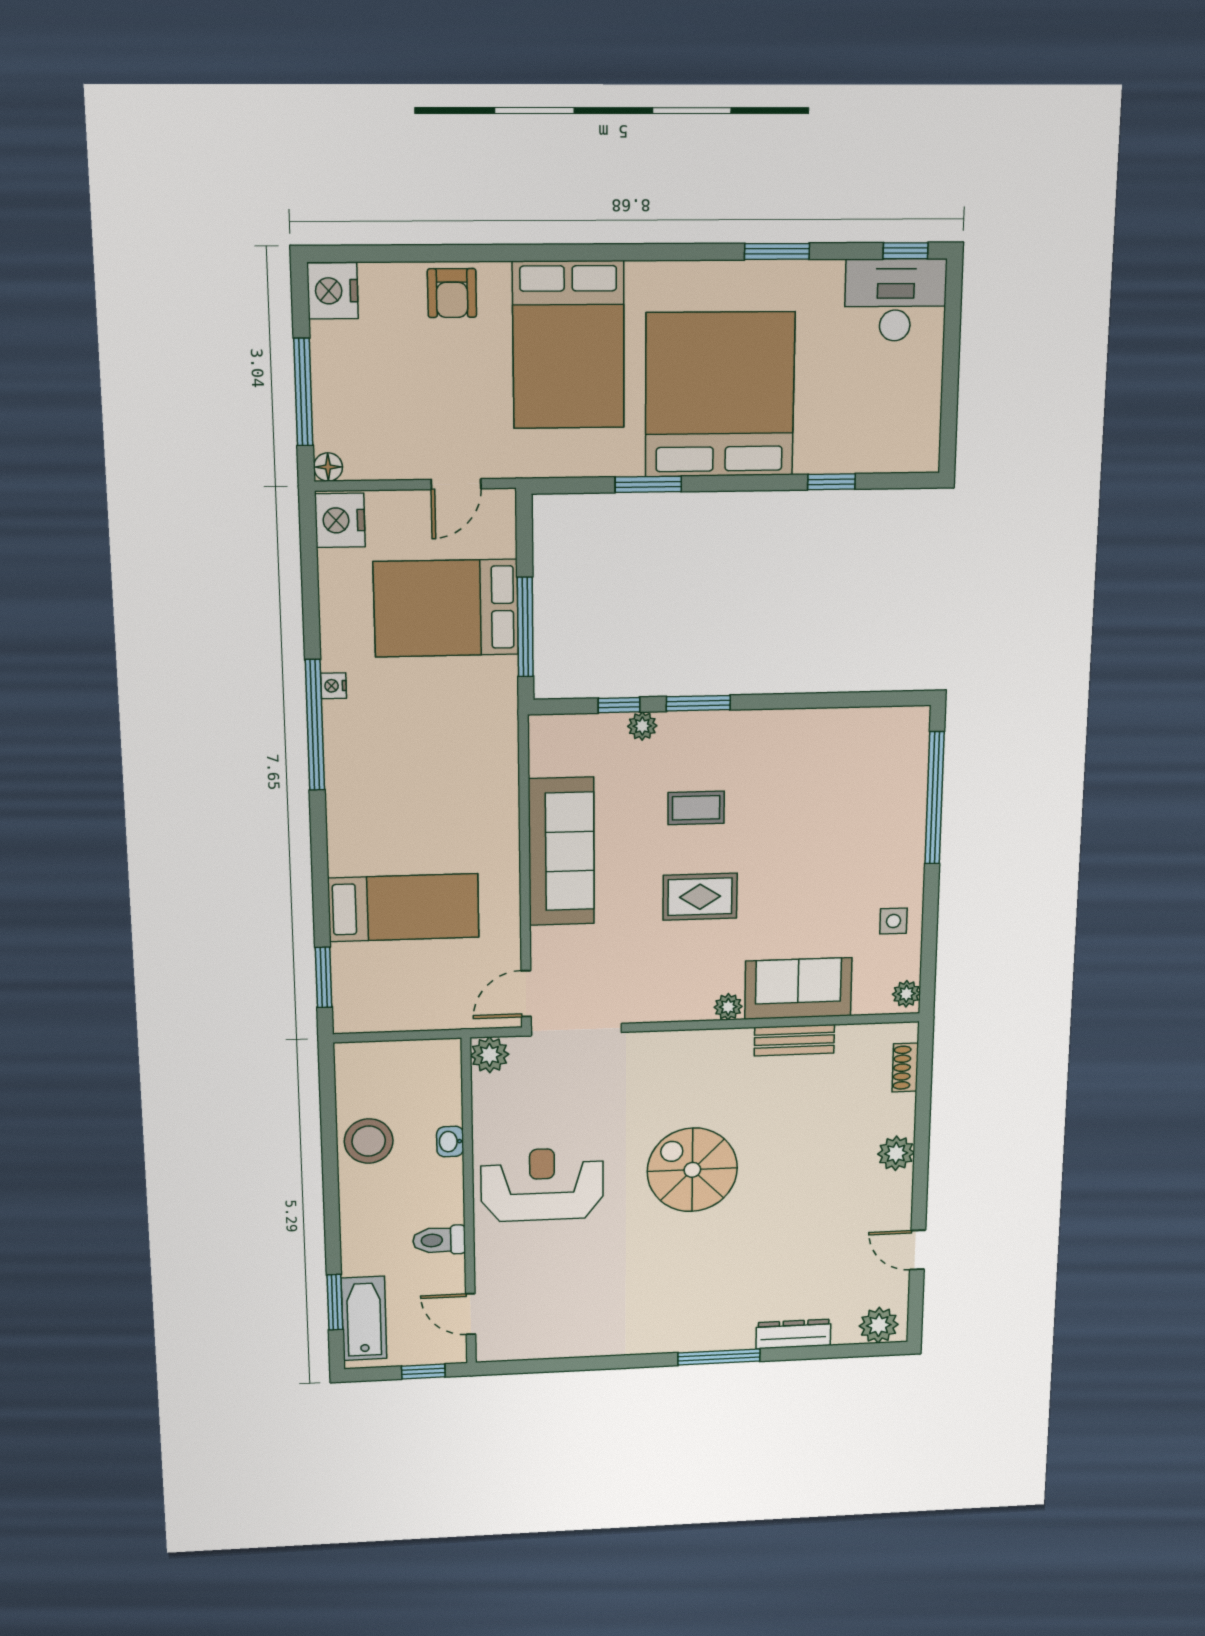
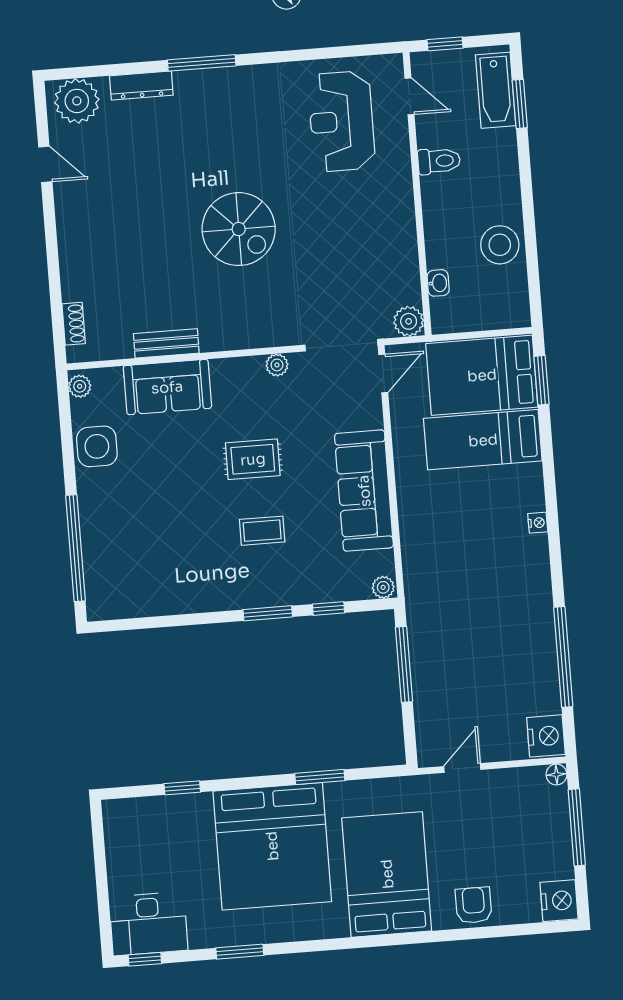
bed: (446, 608) -> (482, 375), moved, turned 180
nightstand: (334, 686) -> (538, 523), moved
window: (315, 725) -> (563, 657), moved
plant: (642, 726) -> (383, 587), moved
side table: (893, 921) -> (97, 446), width x1.87, depth x1.87
plant: (728, 1007) -> (277, 365), moved
washbasin: (450, 1142) -> (438, 283), moved
plant: (896, 1153) -> (73, 249), removed
reception desk: (542, 1185) -> (342, 121), moved, turned 90
plant: (879, 1325) -> (77, 101), width x1.36, depth x1.36

